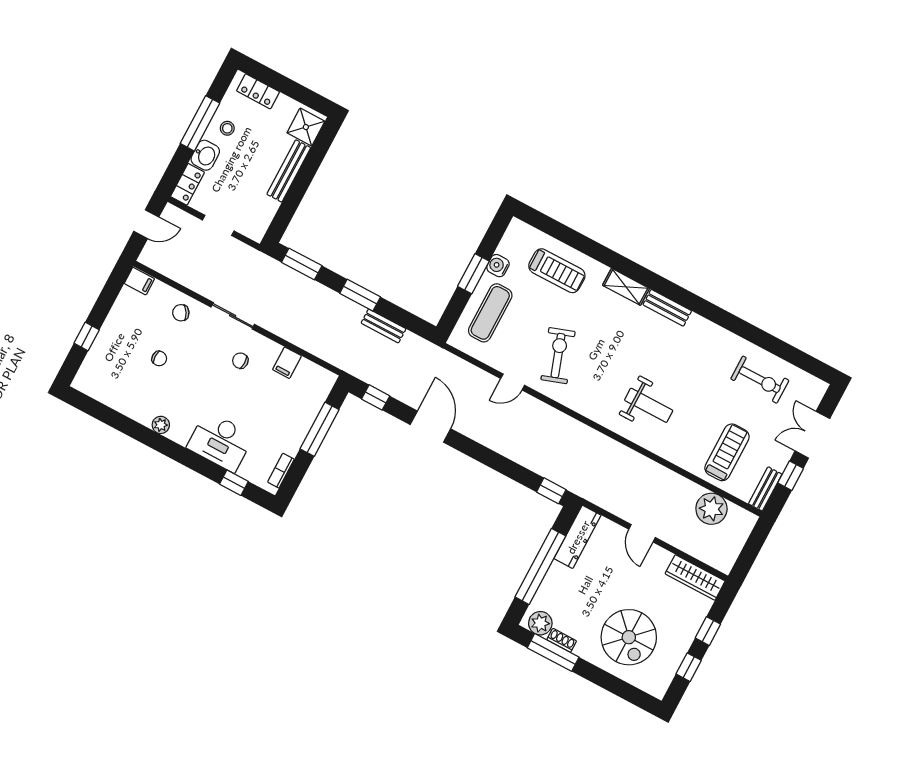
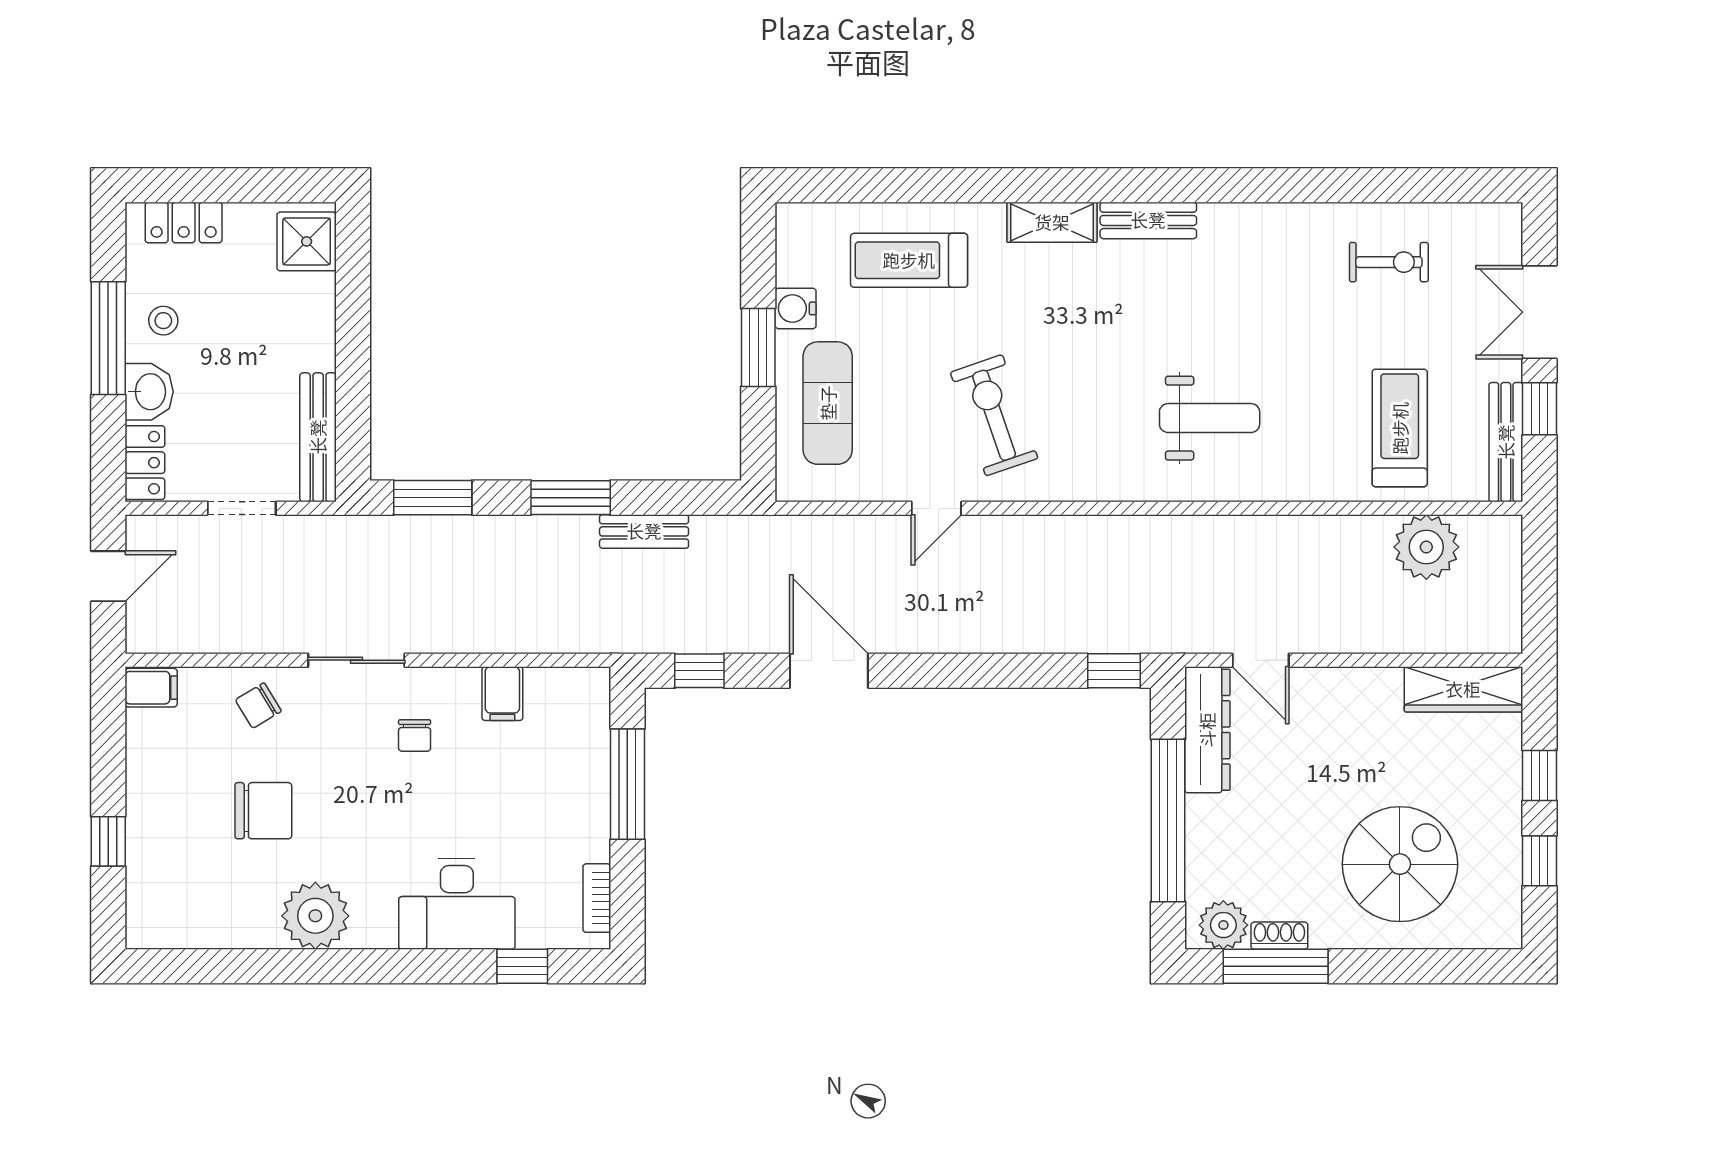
bench: (289, 171) -> (318, 437), moved
treadmill: (557, 271) -> (909, 260), turned 180
chair: (159, 358) -> (263, 811), width x1.87, depth x1.87
chair: (240, 361) -> (415, 736), turned -90
exercise bike: (760, 380) -> (1389, 262), width x0.73, depth x0.72
plant: (161, 425) -> (315, 916), width x1.88, depth x1.88
bench: (765, 489) -> (1506, 442), width x1.36
door: (642, 533) -> (1261, 660), moved
spiral stairs: (629, 637) -> (1400, 864), turned -90

